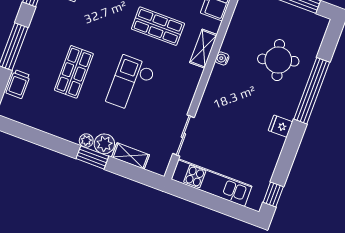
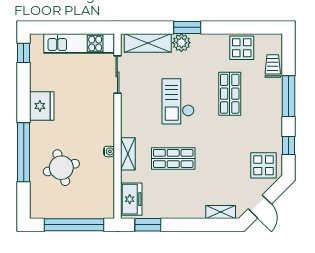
checkout: (131, 84) -> (178, 101), turned 180
display table: (43, 115) -> (242, 48), added
fridge: (281, 126) -> (42, 106), width x1.88, depth x1.34
plant: (86, 141) -> (198, 40), removed
shelving: (131, 156) -> (148, 43), width x1.50, depth x1.33

